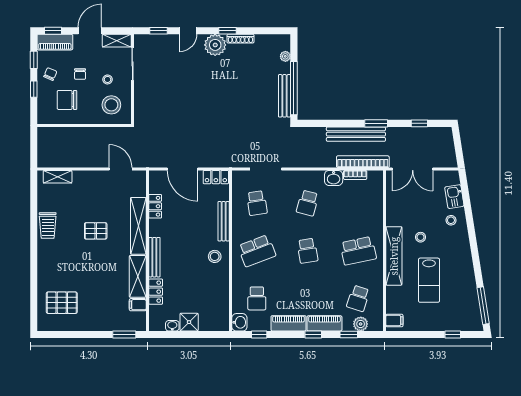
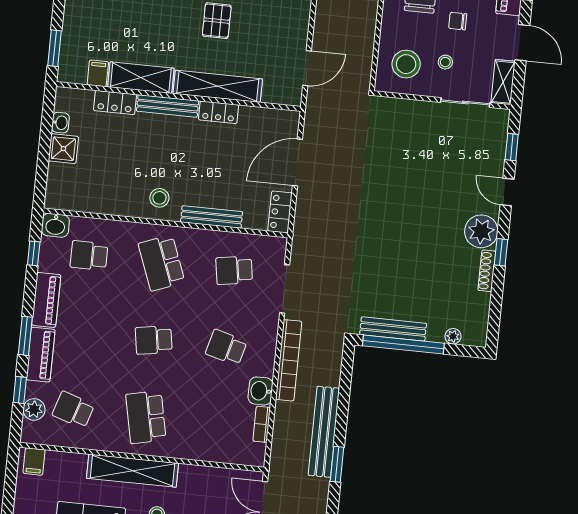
bookcase: (363, 162) -> (289, 360), moved
locker: (155, 206) -> (219, 112), moved
window: (313, 335) -> (25, 336), width x1.50

